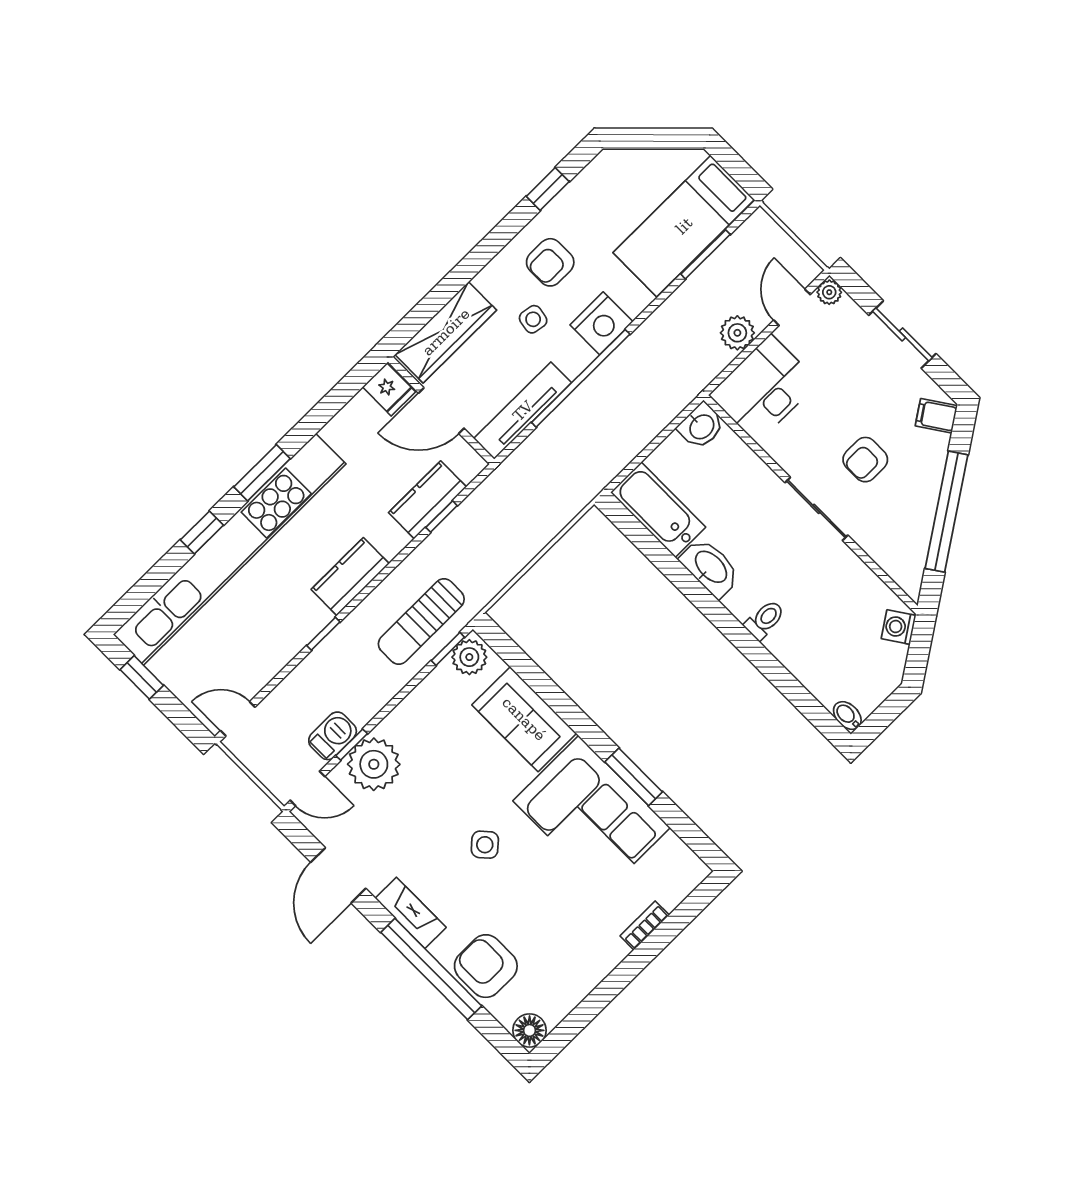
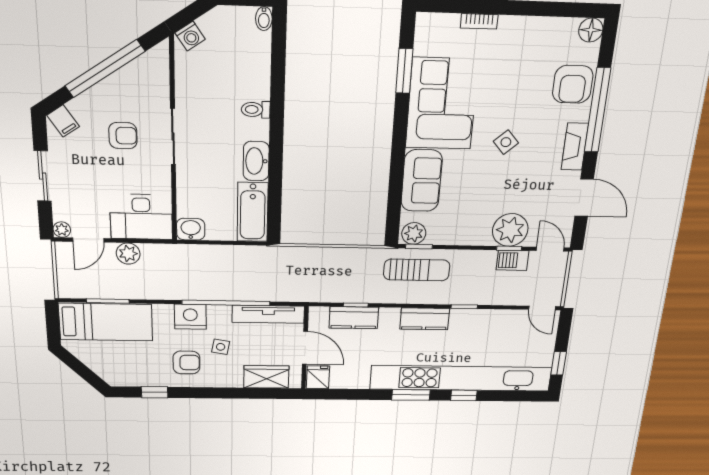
wardrobe: (446, 332) -> (266, 377), width x0.67
window: (634, 777) -> (404, 71), moved
door: (338, 875) -> (584, 198), hinge flipped

